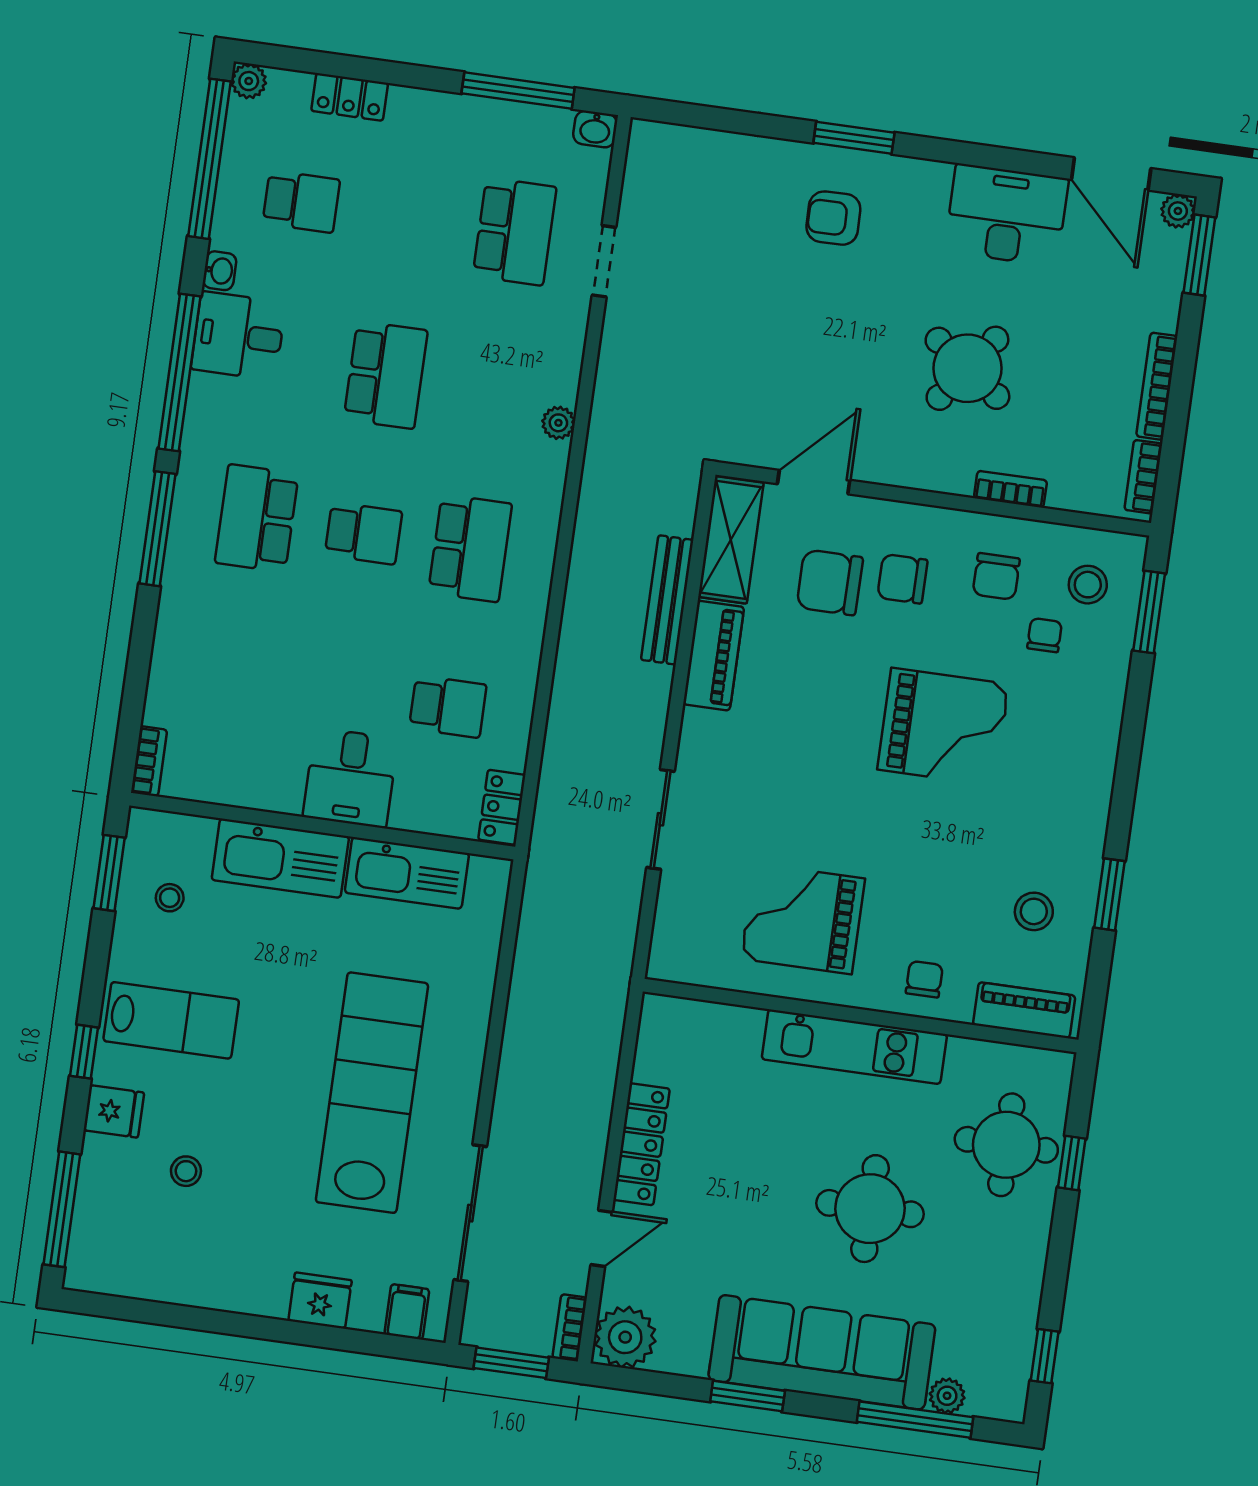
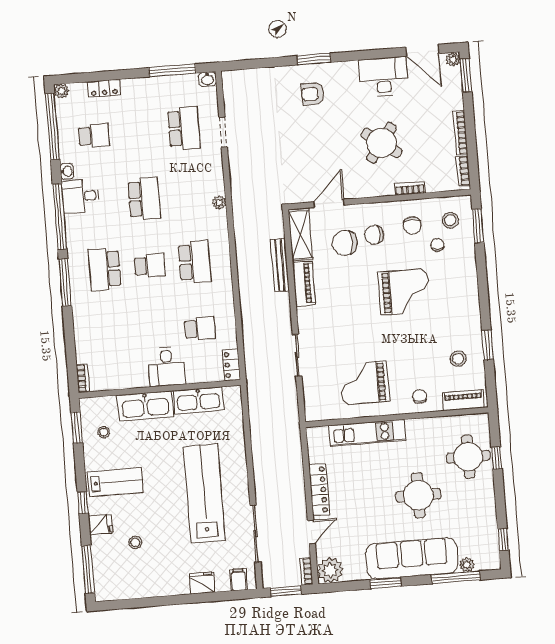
kitchen unit: (854, 1047) -> (367, 433), moved

